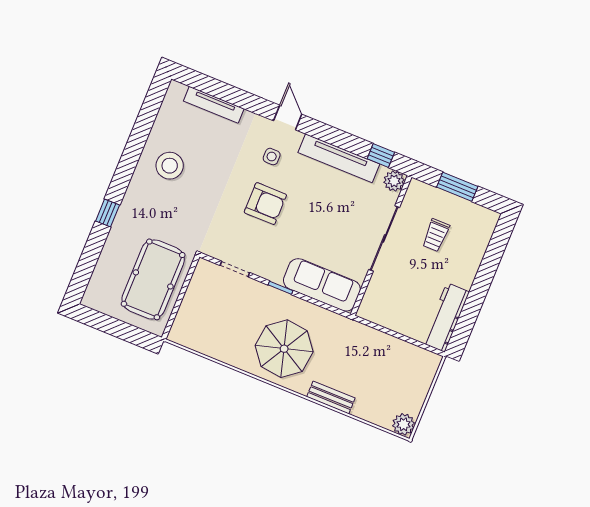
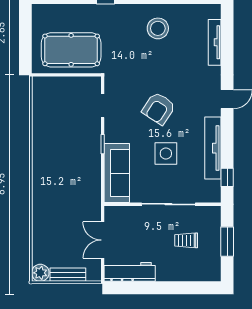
side table: (272, 157) -> (166, 154), moved, width x1.87, depth x1.87
plant: (394, 181) -> (213, 194), removed
armchair: (265, 204) -> (159, 108), turned 33
double door: (395, 334) -> (103, 240), added
parasol: (284, 349) -> (60, 165), removed
bench: (331, 397) -> (68, 275), moved, turned 90

